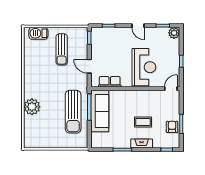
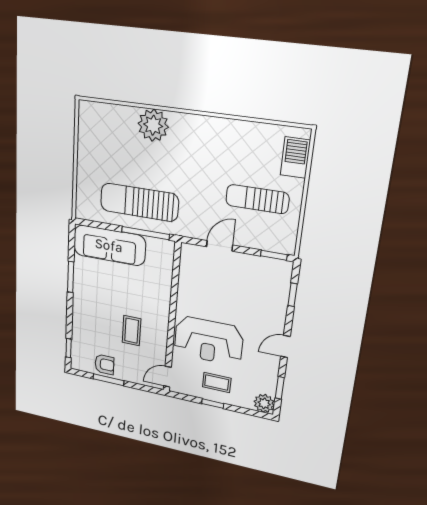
coffee table: (168, 60) -> (217, 382), added
row of seats: (110, 82) -> (188, 277), removed
door: (171, 89) -> (167, 377), swing flipped
sofa: (100, 111) -> (109, 245), moved
coffee table: (143, 122) -> (132, 331), moved
fireplace: (142, 144) -> (80, 310), removed

